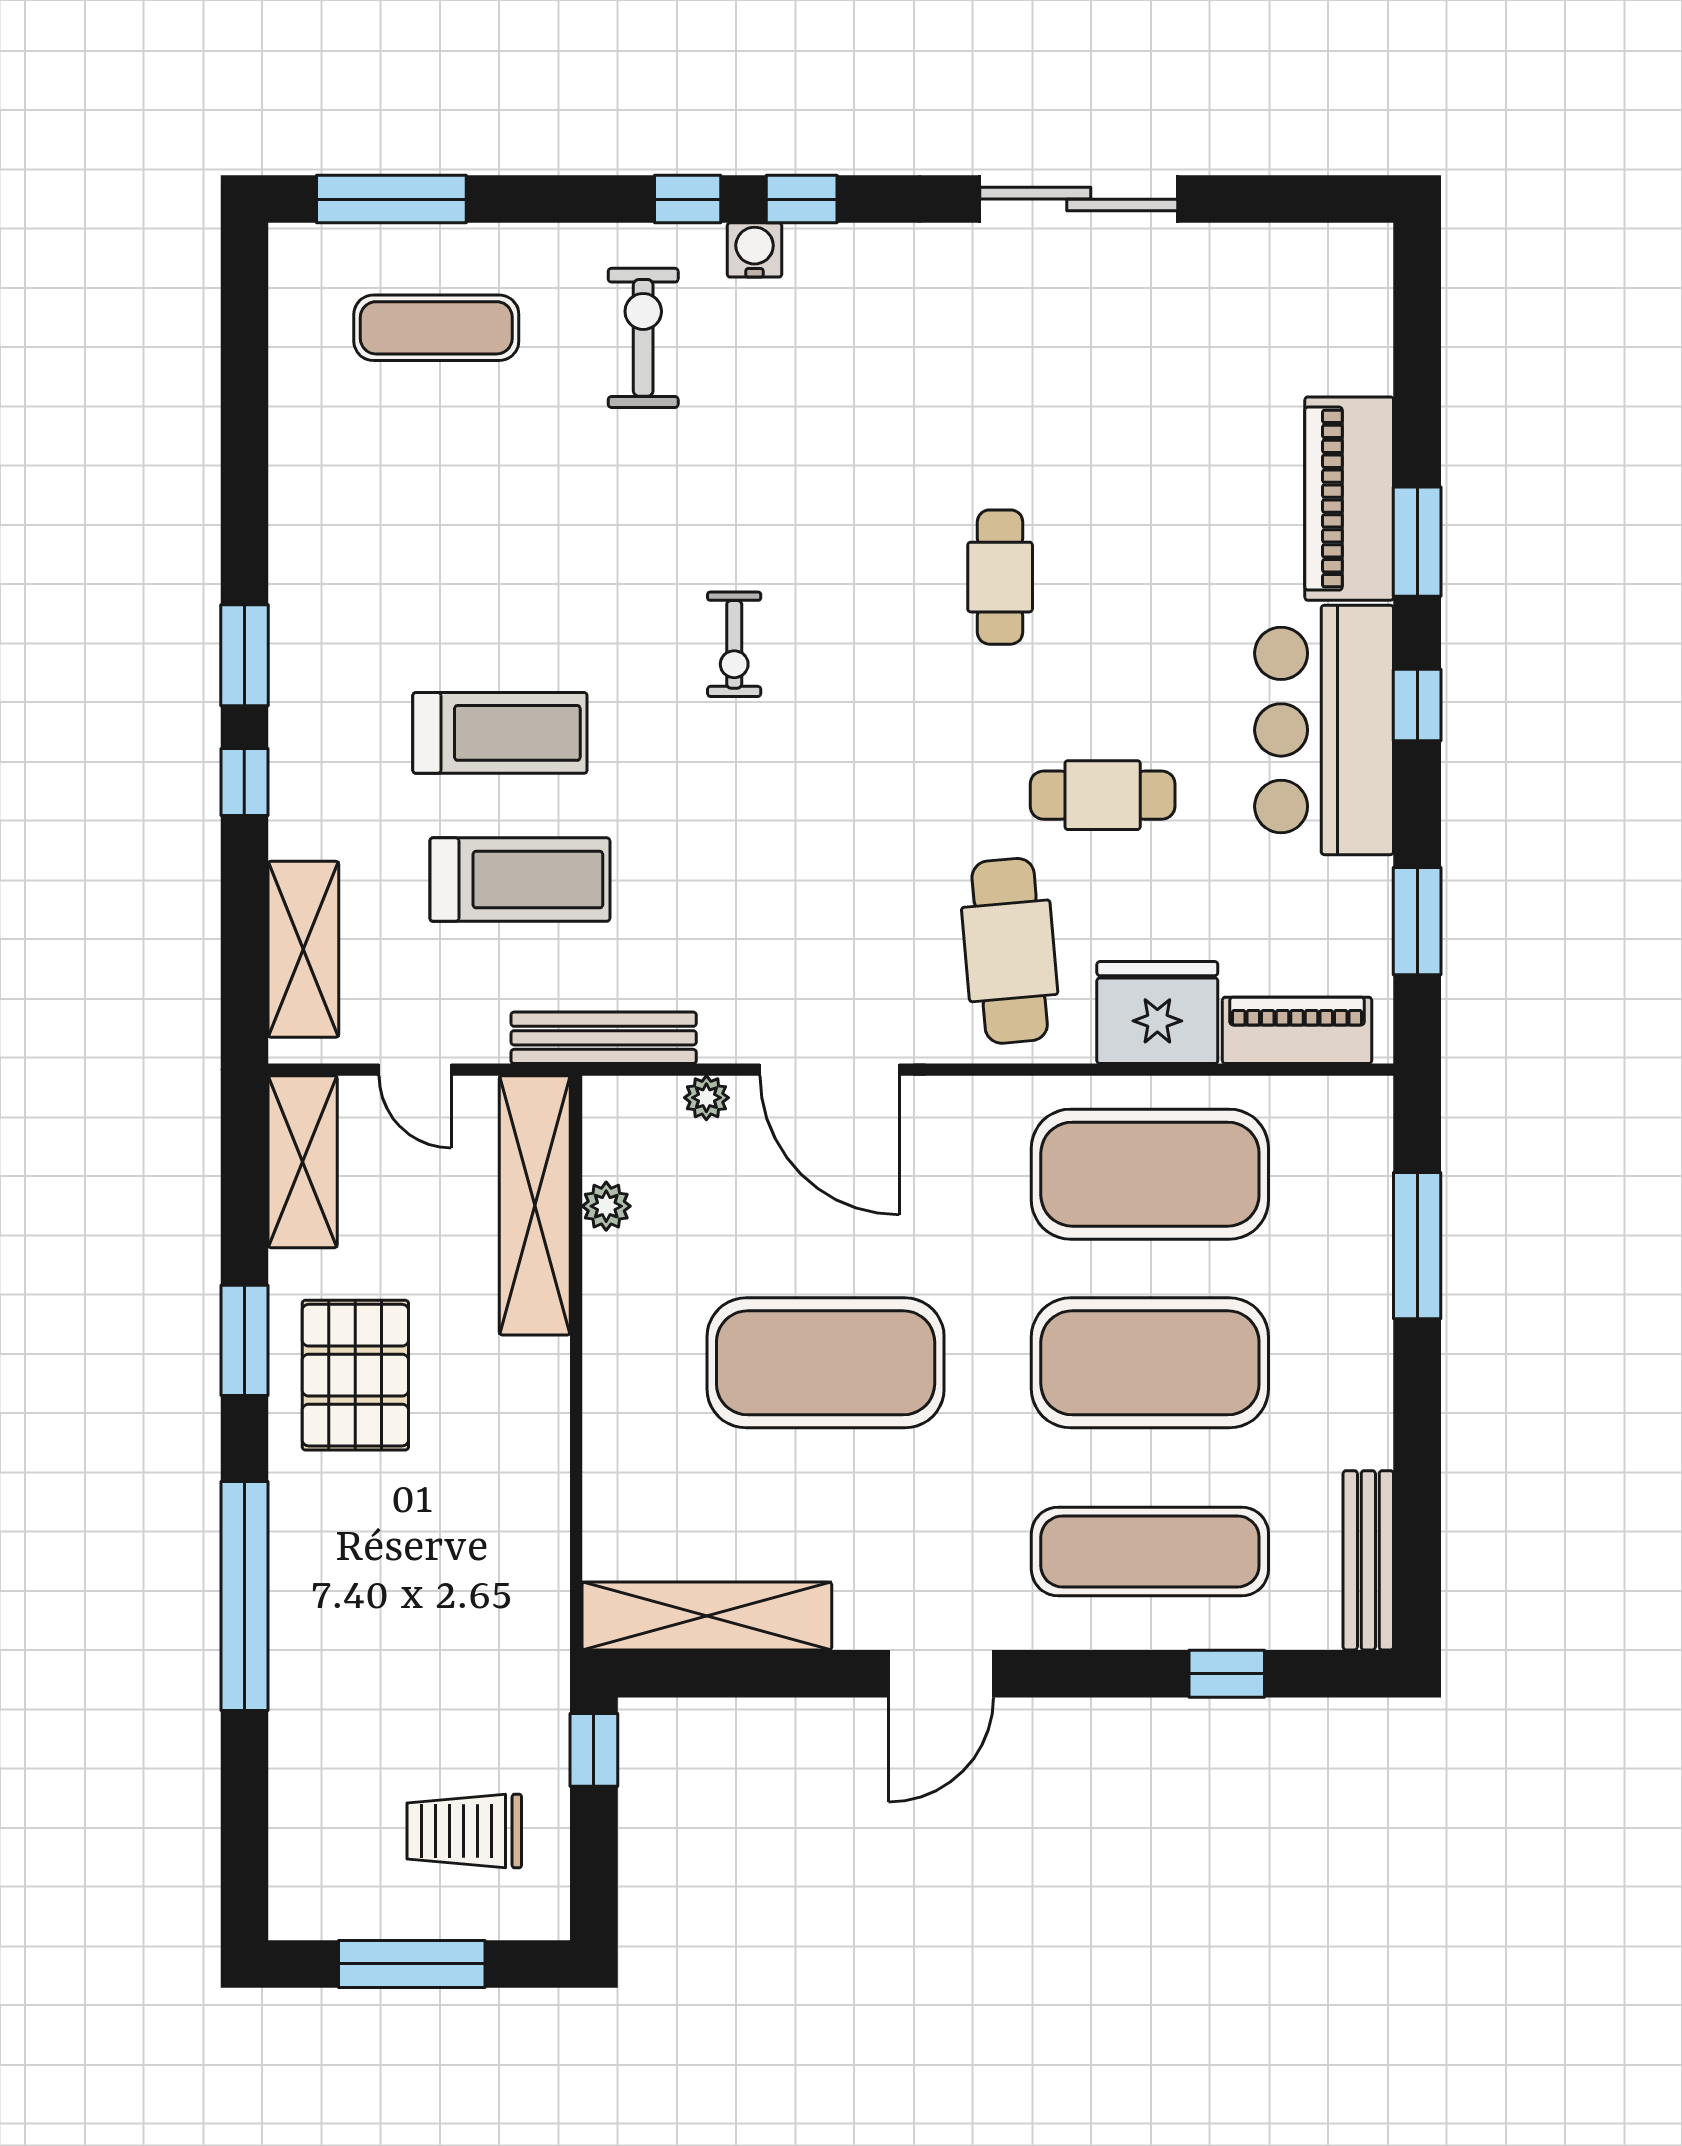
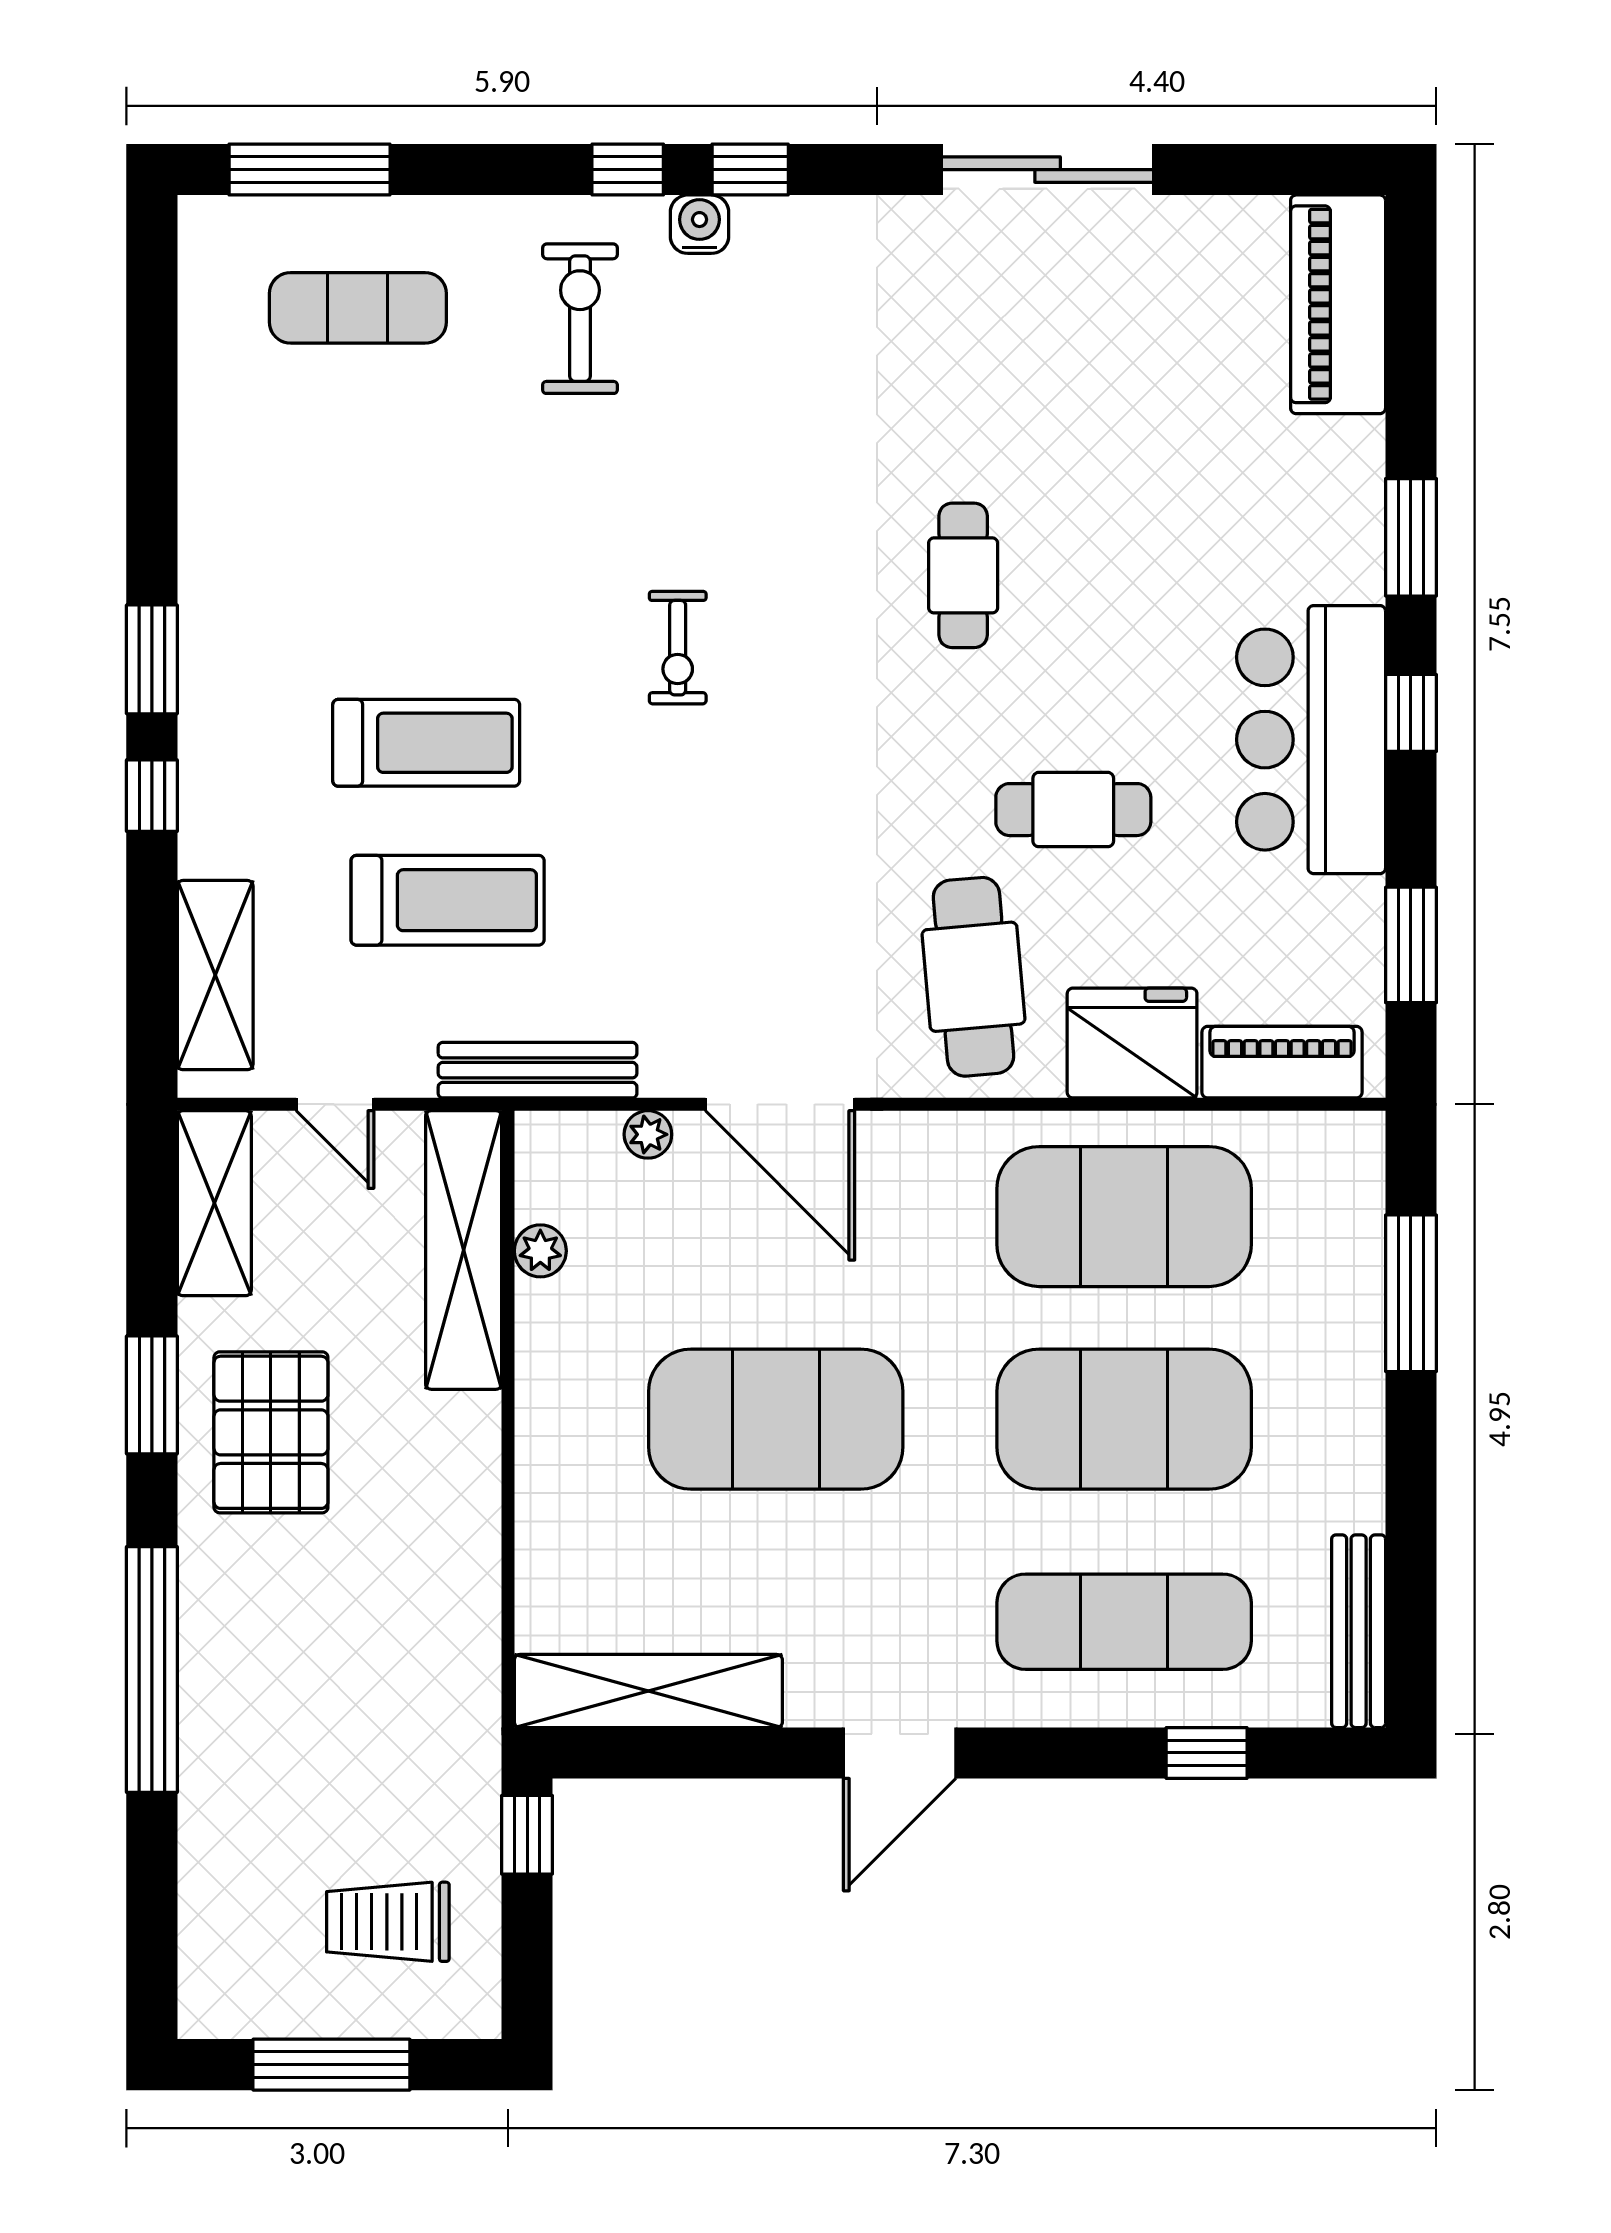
piano: (1349, 499) -> (1338, 304), moved

